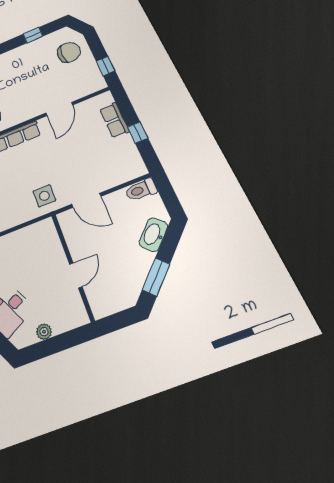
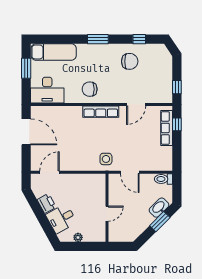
chair: (69, 52) -> (130, 61), moved
row of seats: (114, 120) -> (167, 128), width x1.48
window: (138, 132) -> (177, 124), moved
window: (156, 277) -> (160, 222), moved

